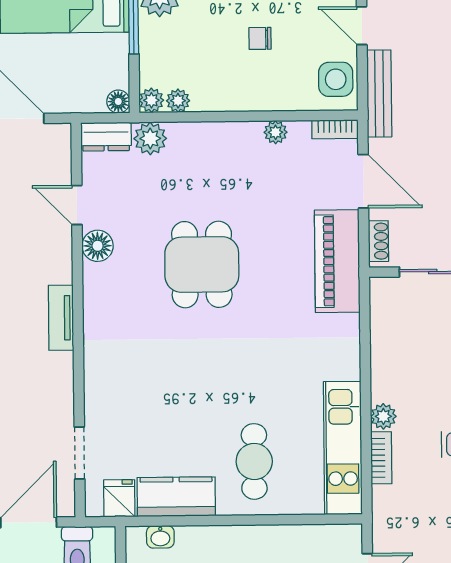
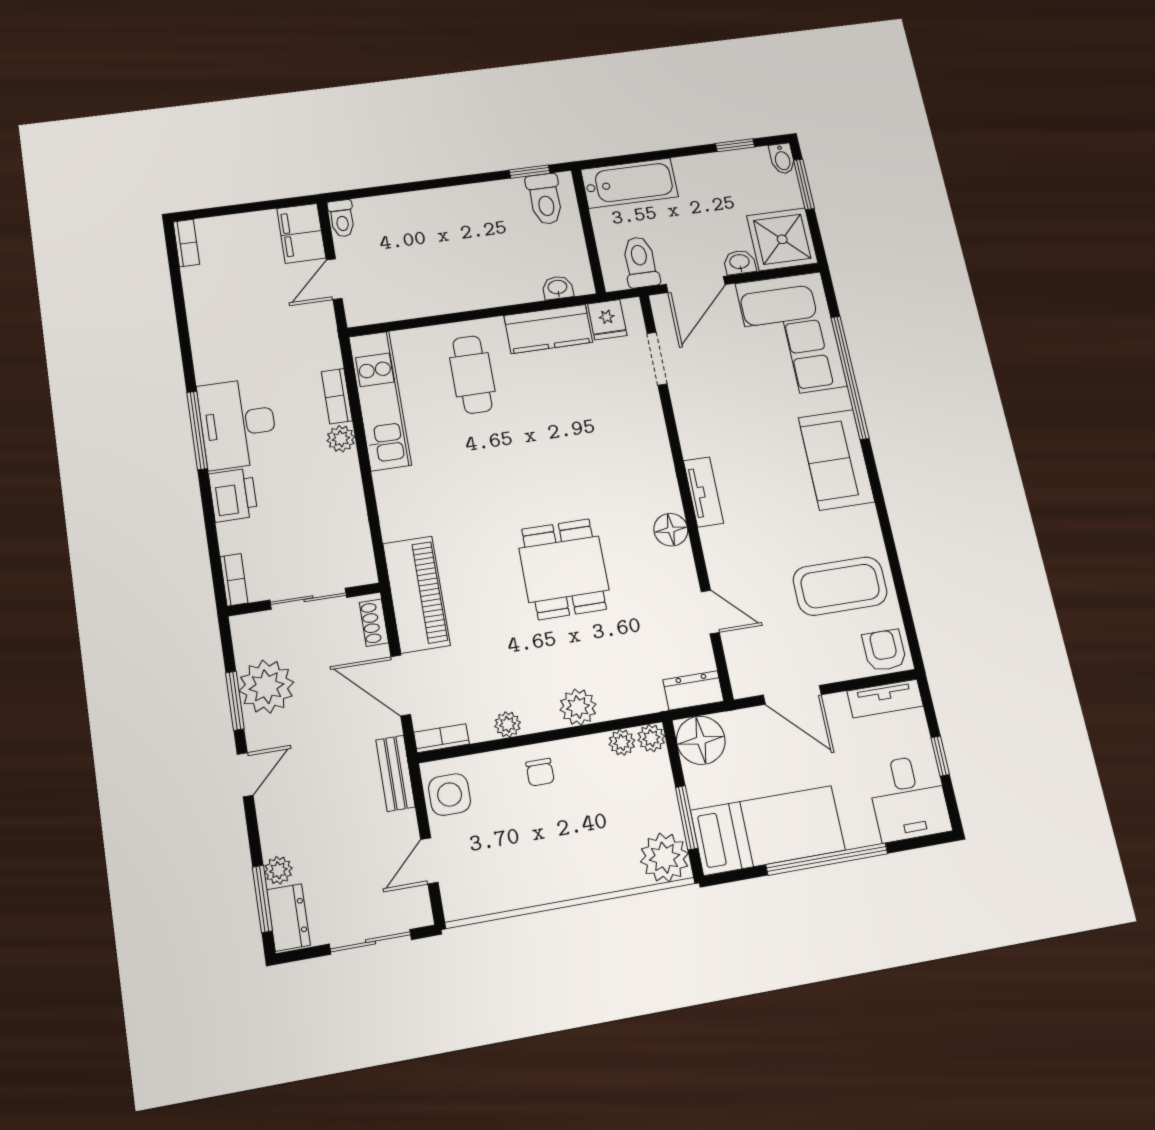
door: (362, 26) -> (429, 861), swing flipped
chair: (260, 38) -> (540, 772), moved, turned 90
bench: (379, 94) -> (396, 773), width x0.73
floor lamp: (118, 102) -> (701, 740), width x1.89, depth x1.89
plant: (150, 138) -> (578, 707), moved
floor lamp: (98, 246) -> (671, 530), moved

